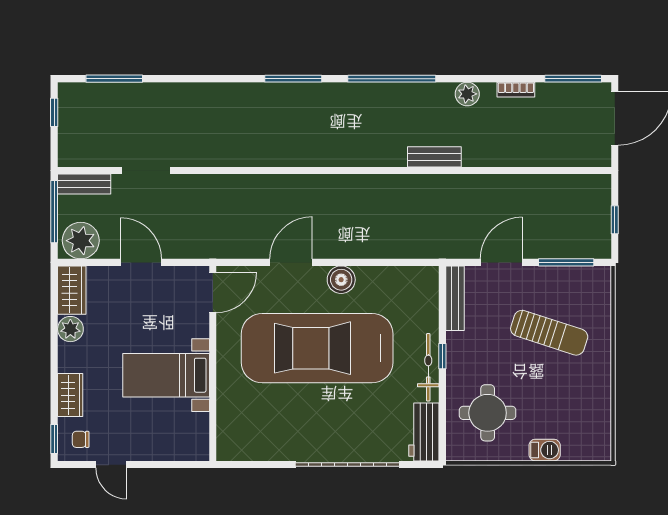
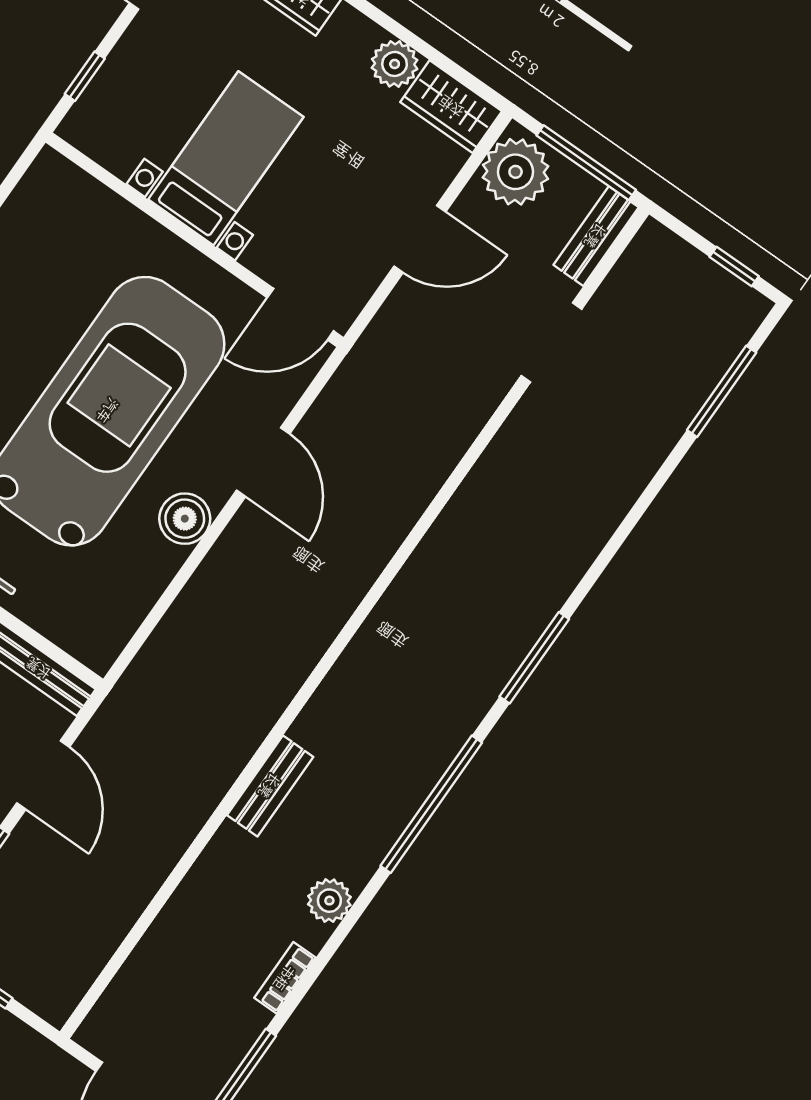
door: (213, 292) -> (300, 314), hinge flipped
window: (174, 465) -> (85, 76), added

